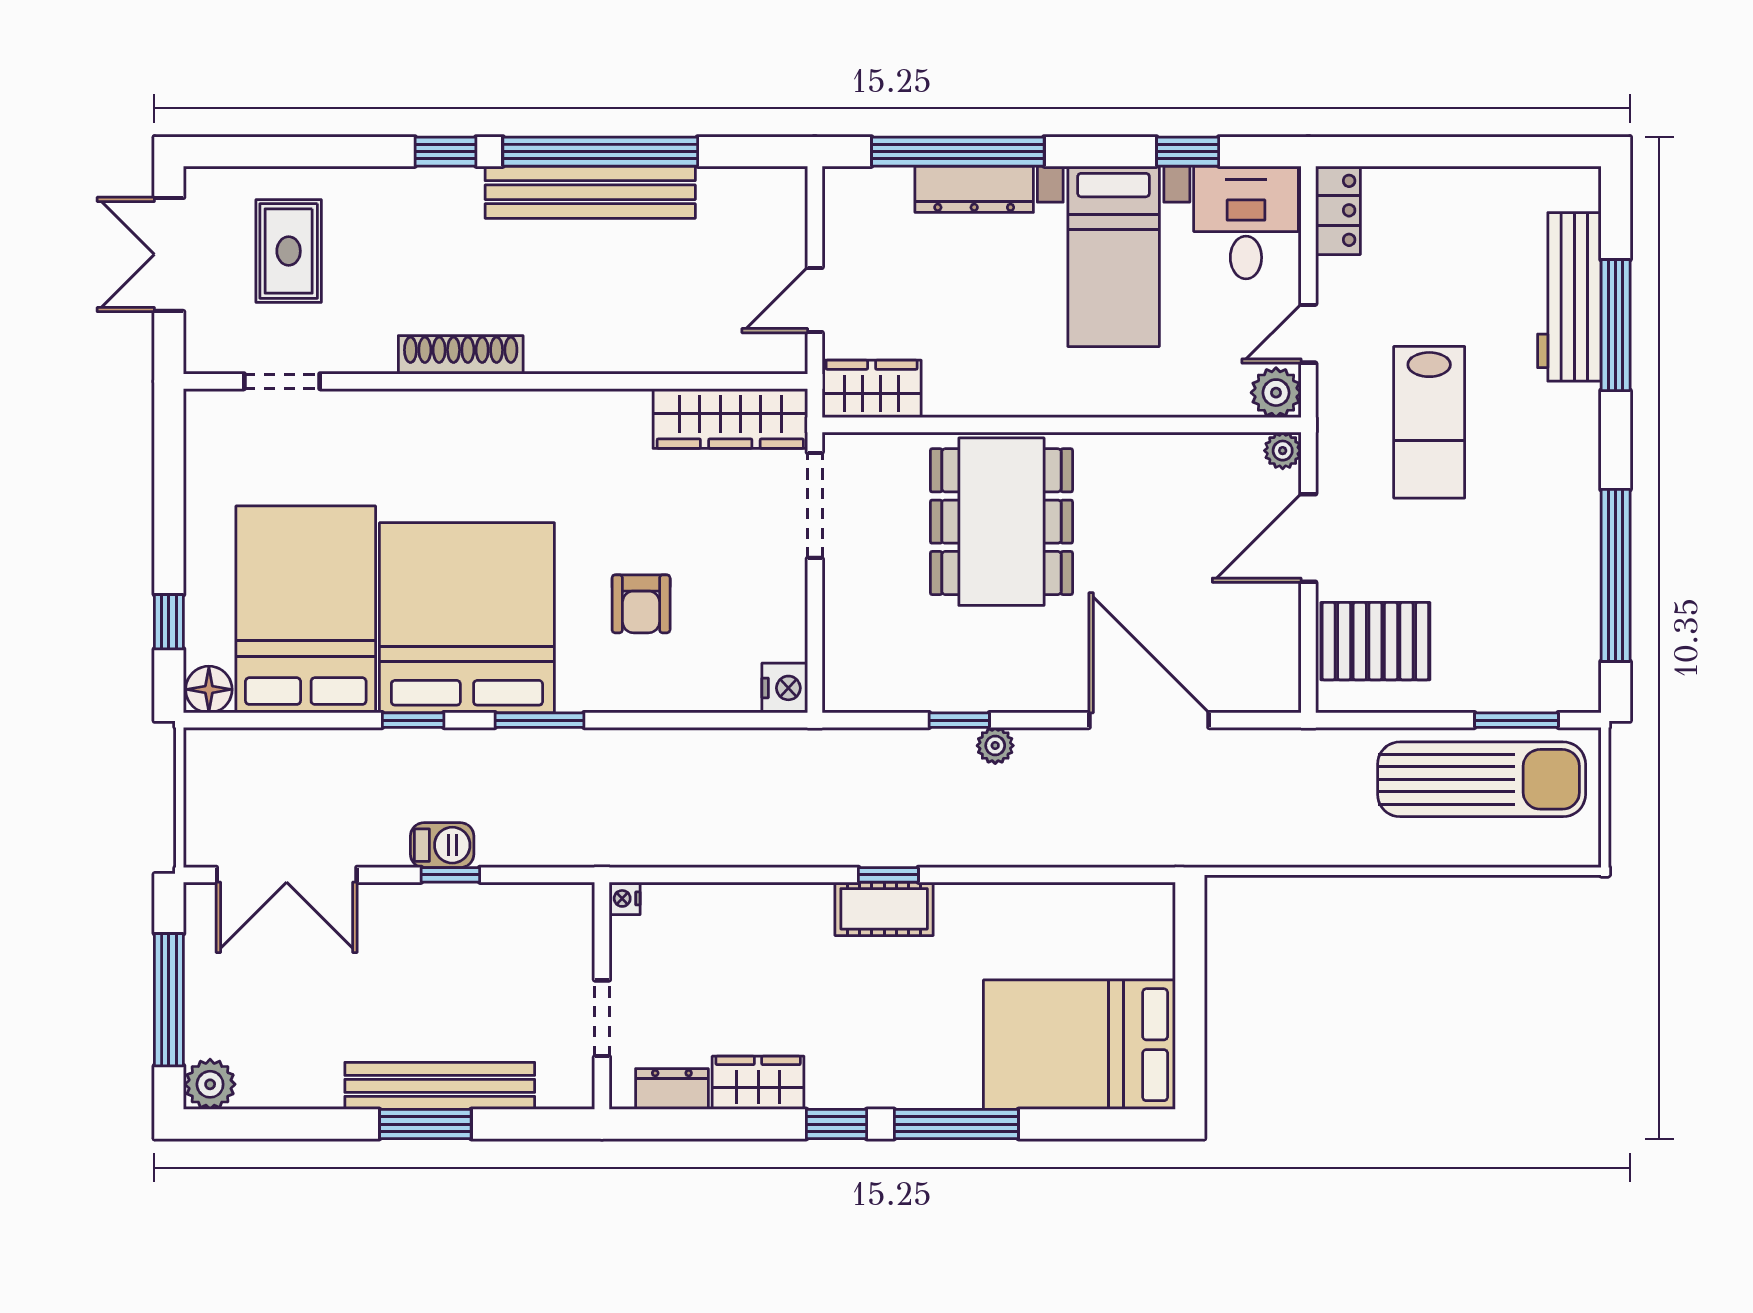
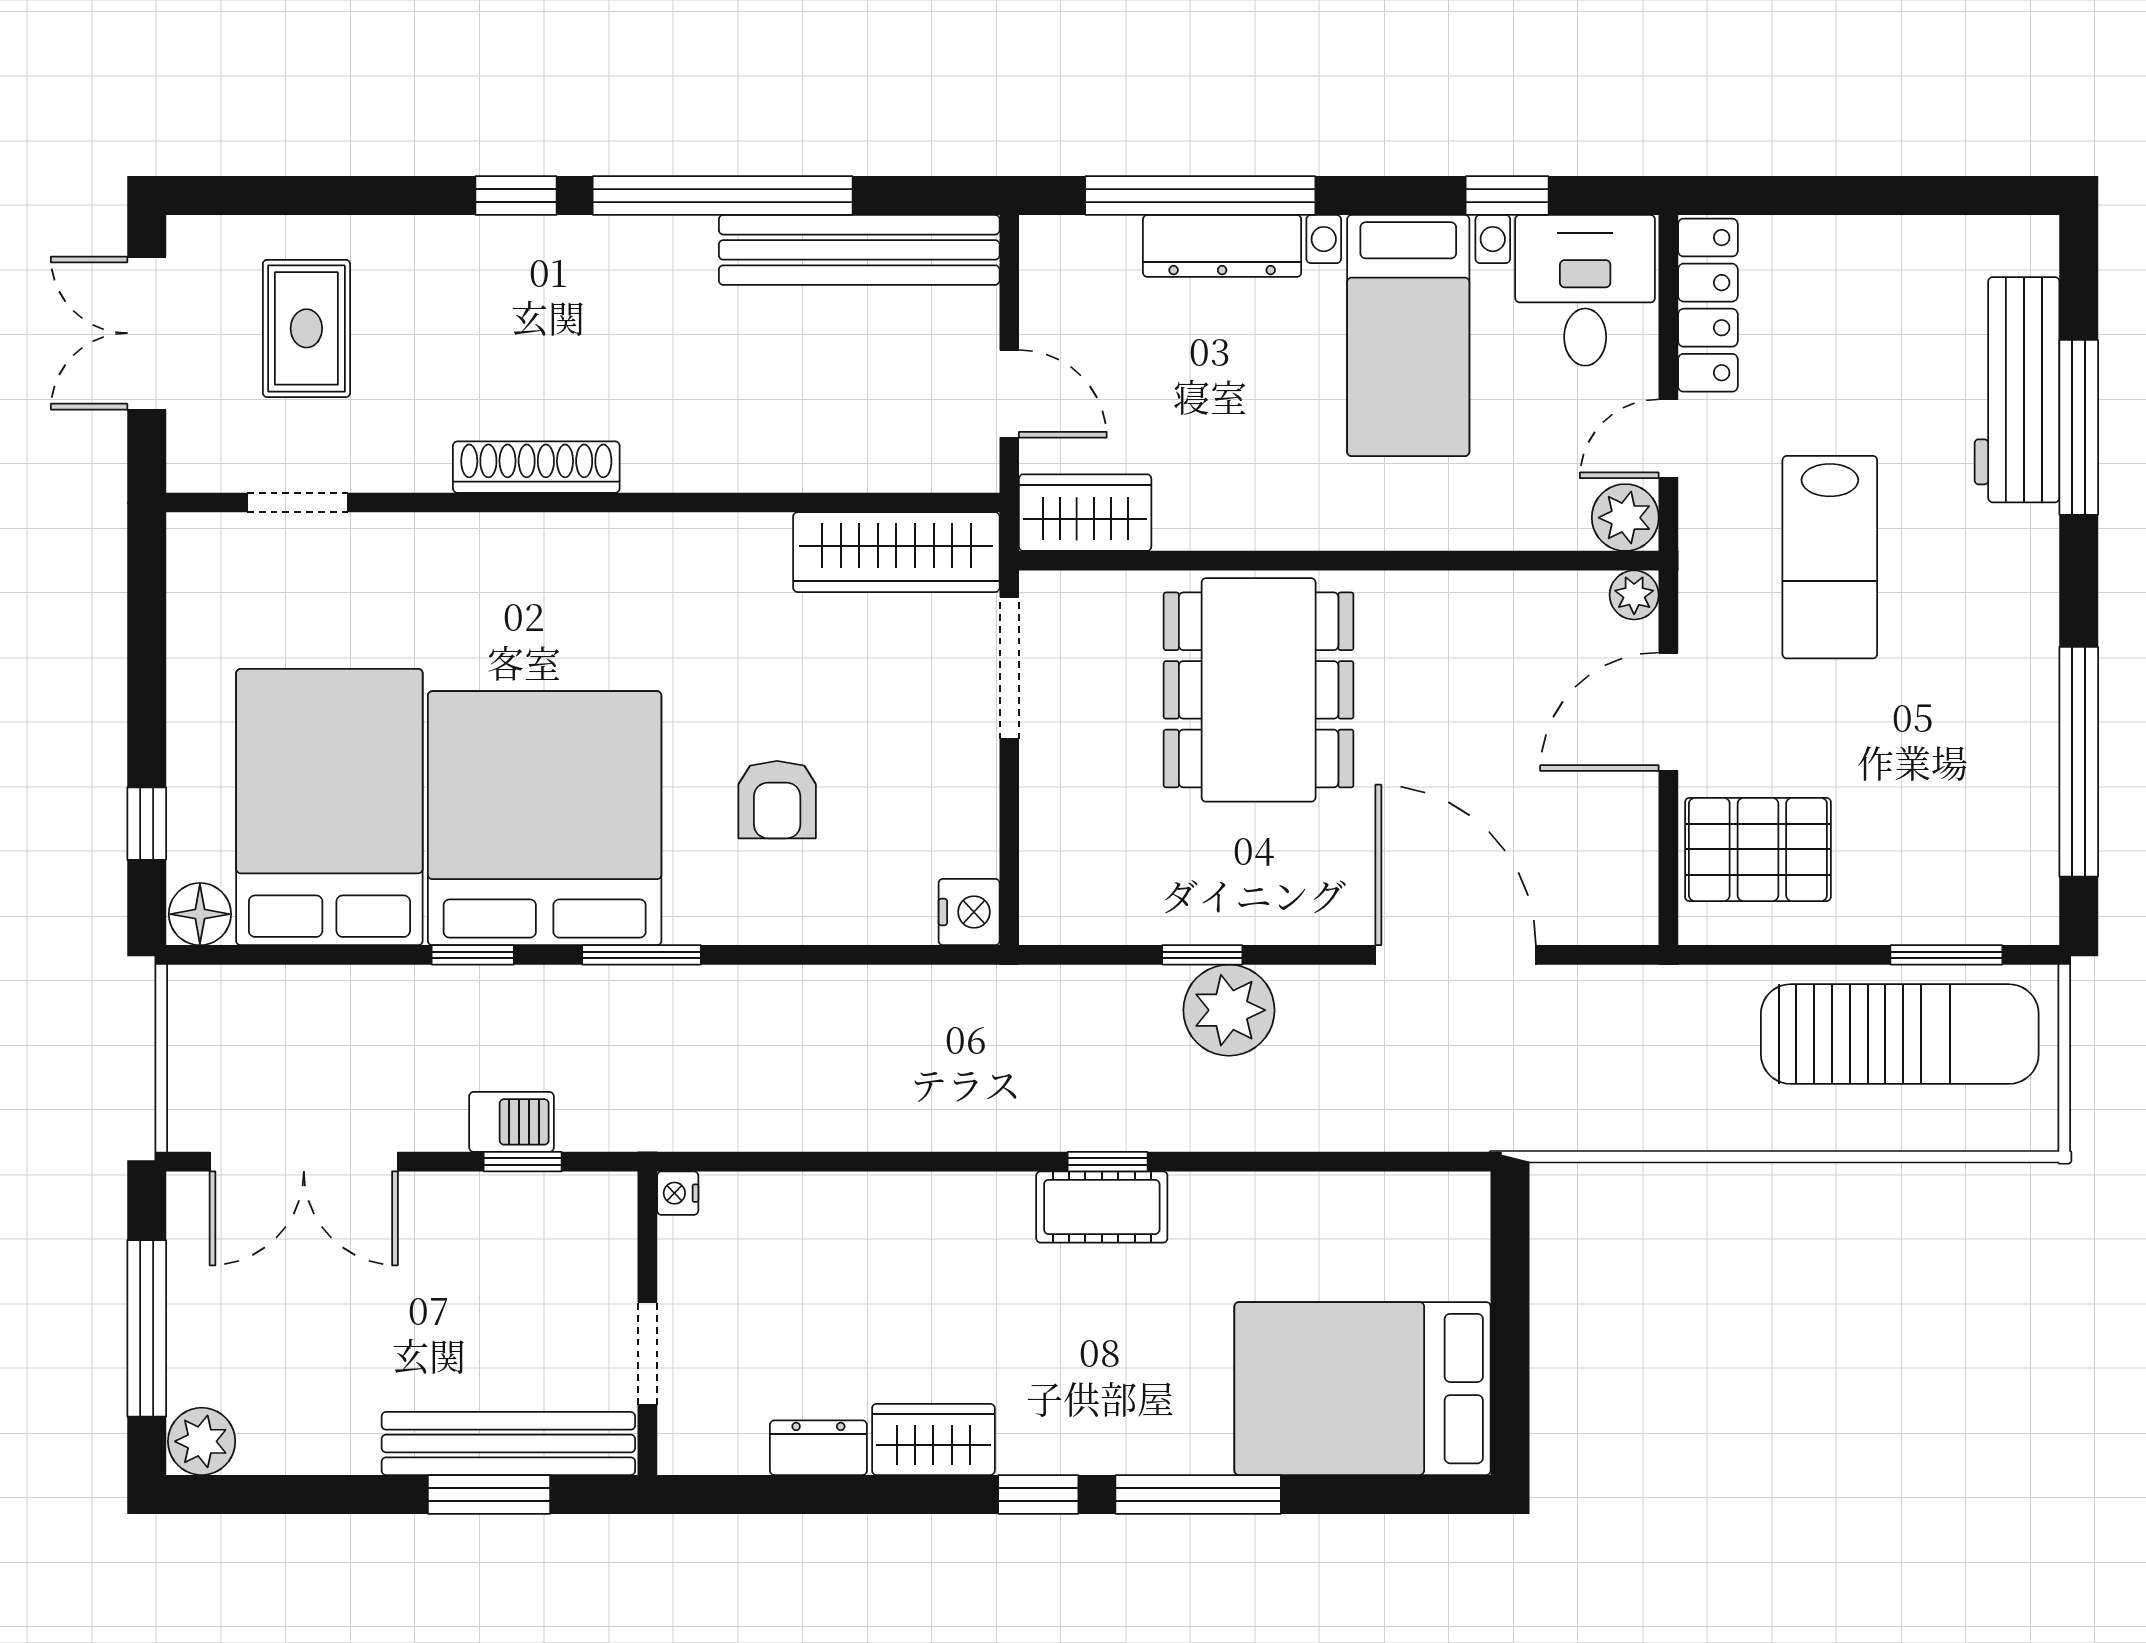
bench: (590, 192) -> (859, 250), moved
locker: (1338, 210) -> (1708, 305), width x1.53
door: (815, 300) -> (1009, 394), swing flipped
plant: (995, 746) -> (1229, 1010), width x1.87, depth x1.87
nightstand: (625, 898) -> (678, 1193), moved
wall: (602, 996) -> (647, 1323), moved
doorway: (602, 1018) -> (647, 1353), moved

